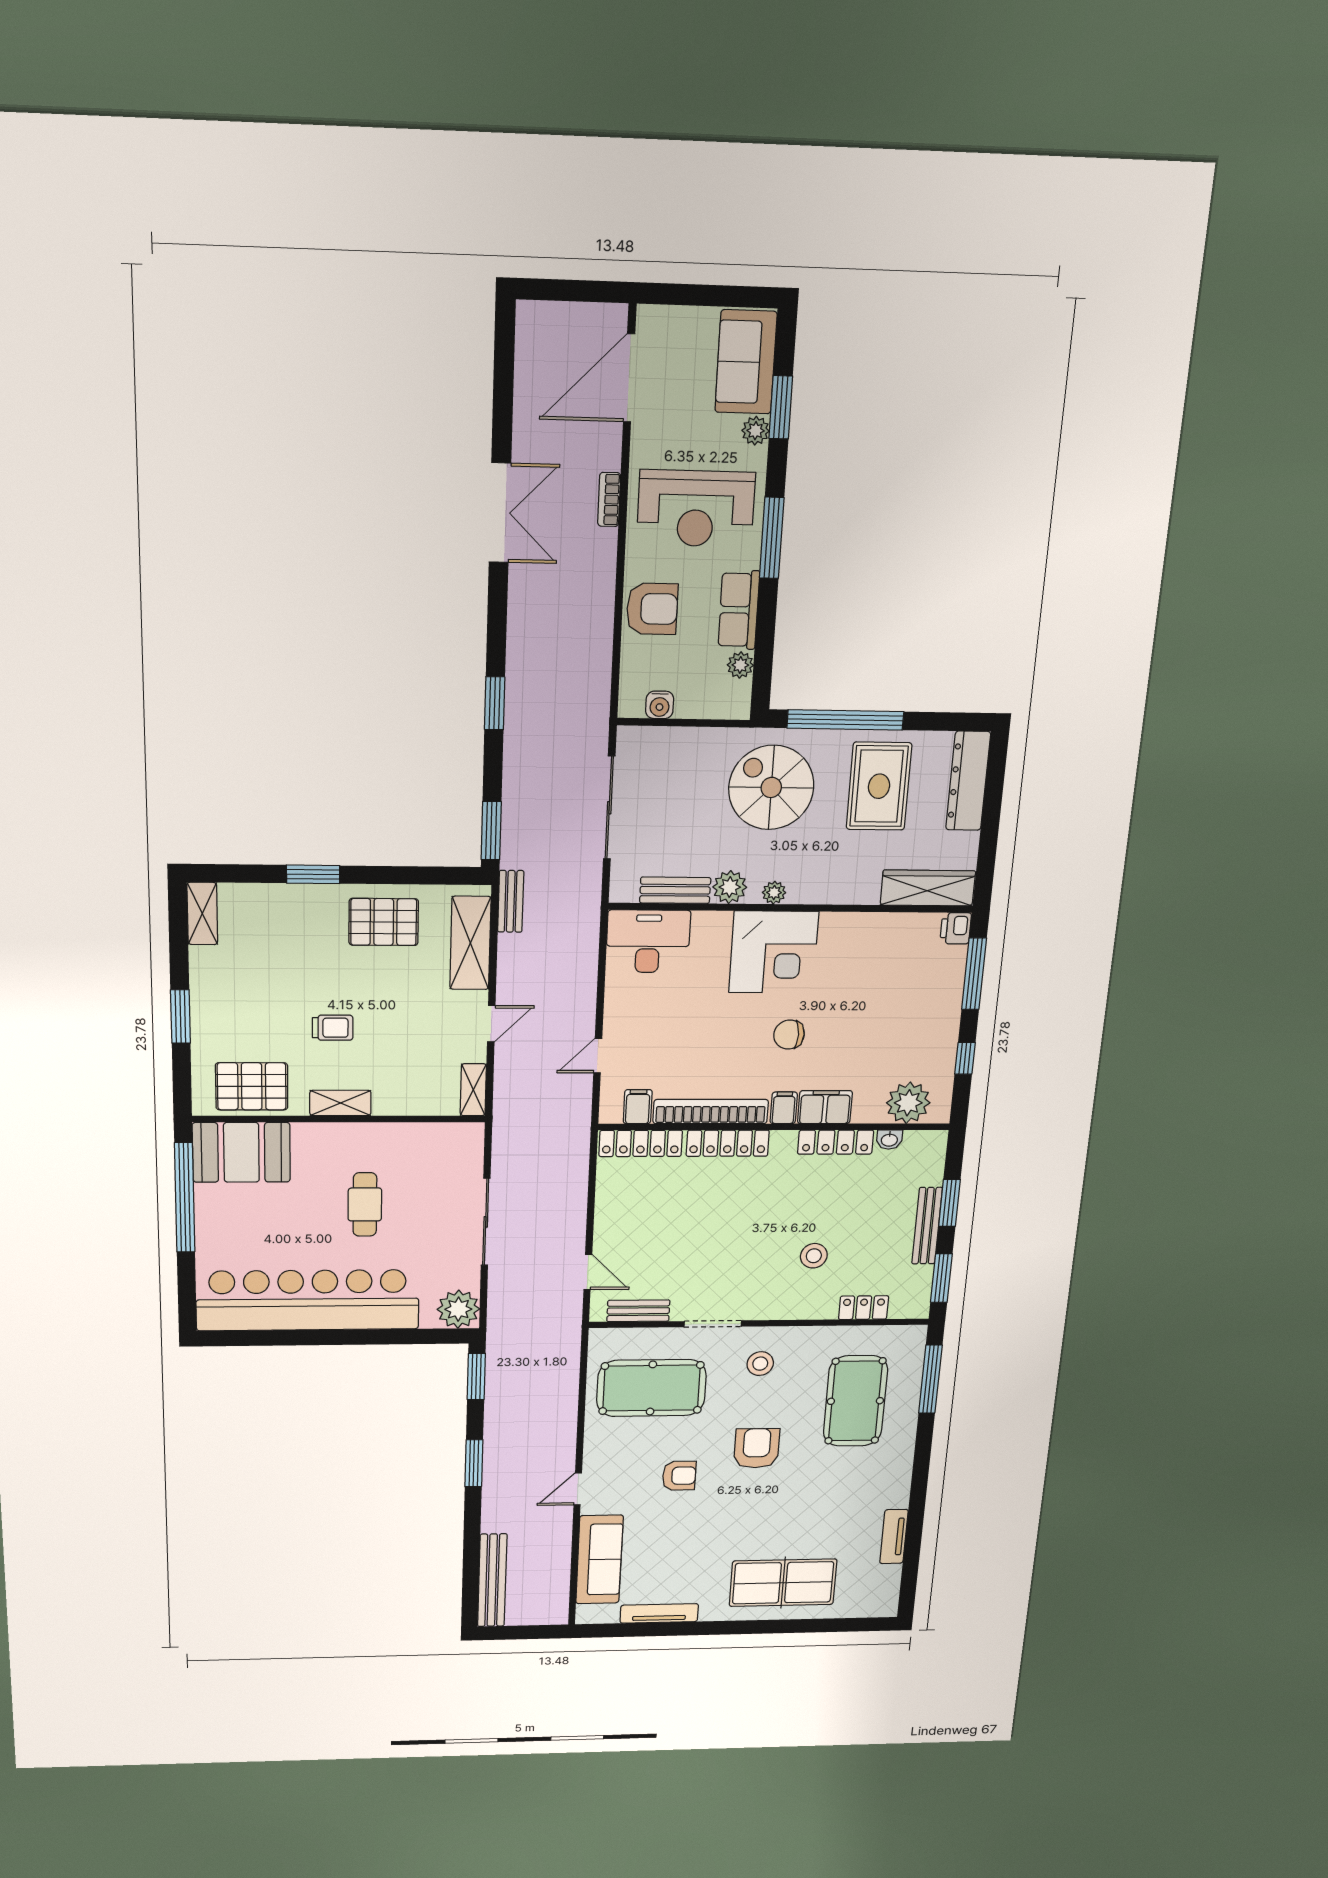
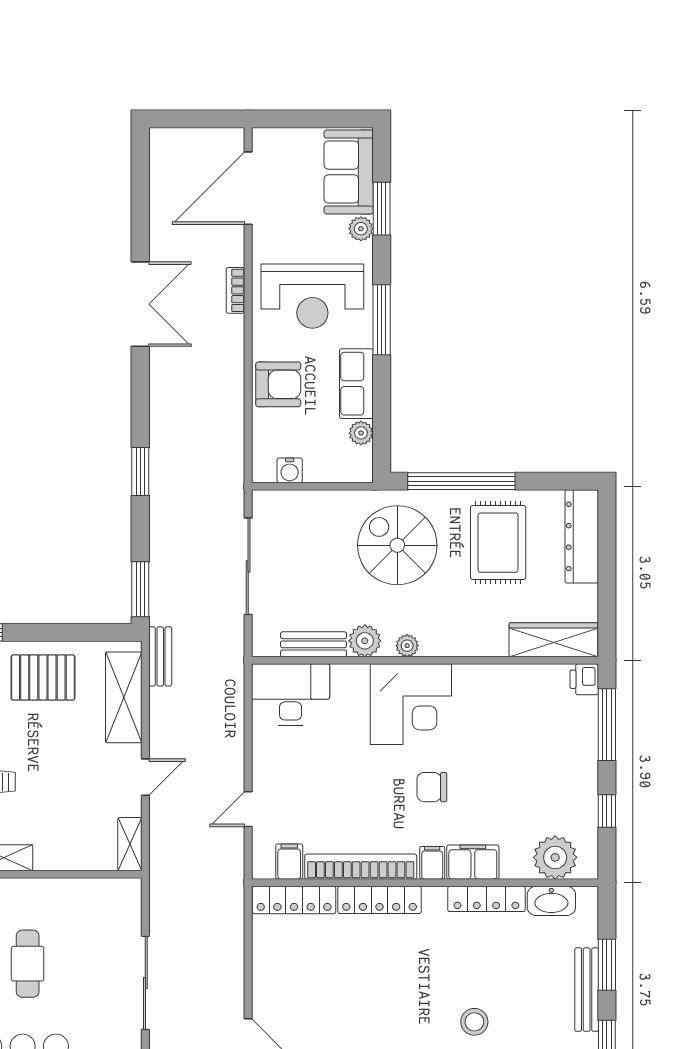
washbasin: (889, 1140) -> (551, 901), width x1.91, depth x1.45

